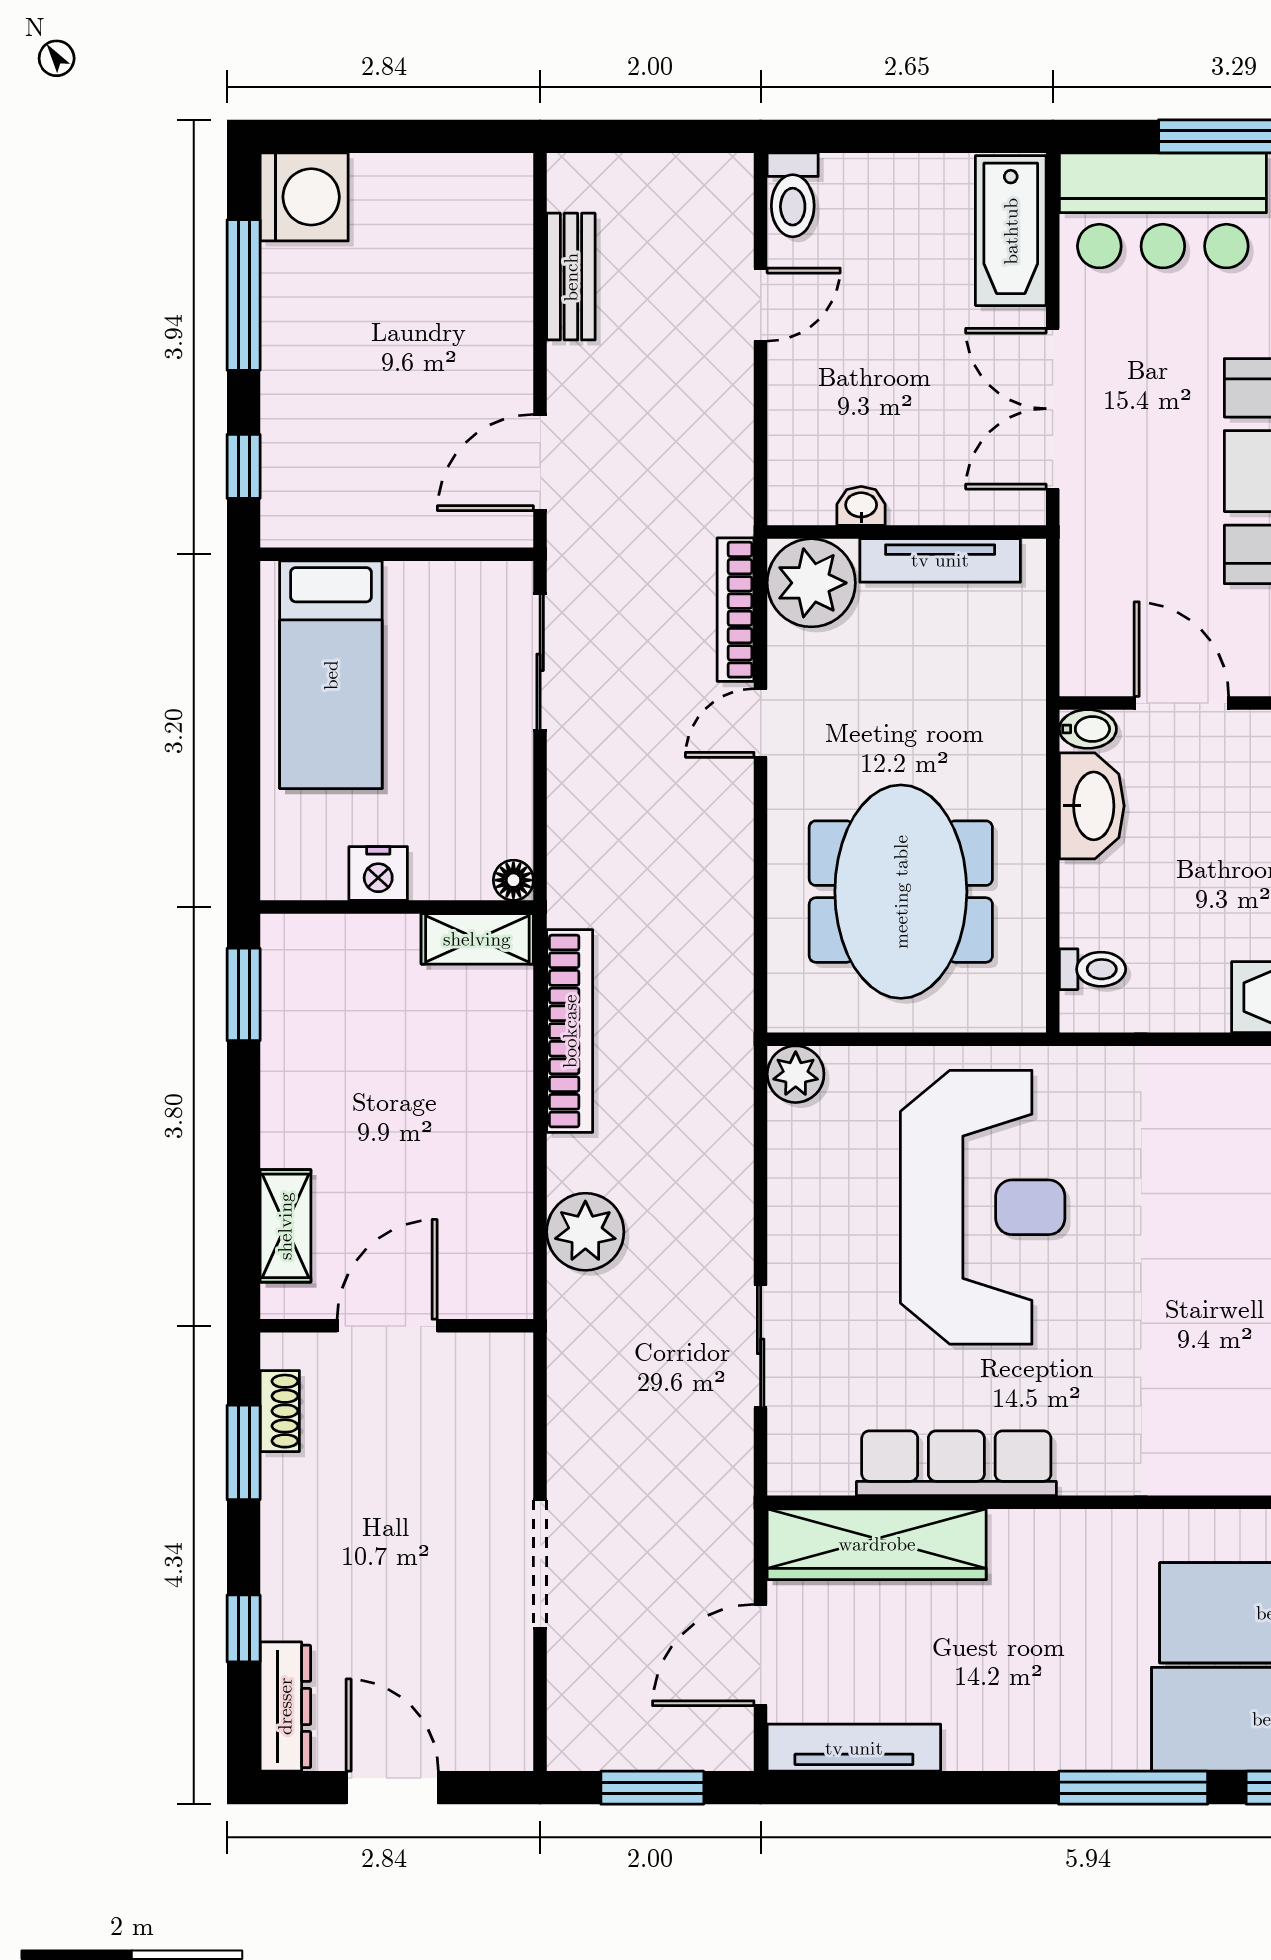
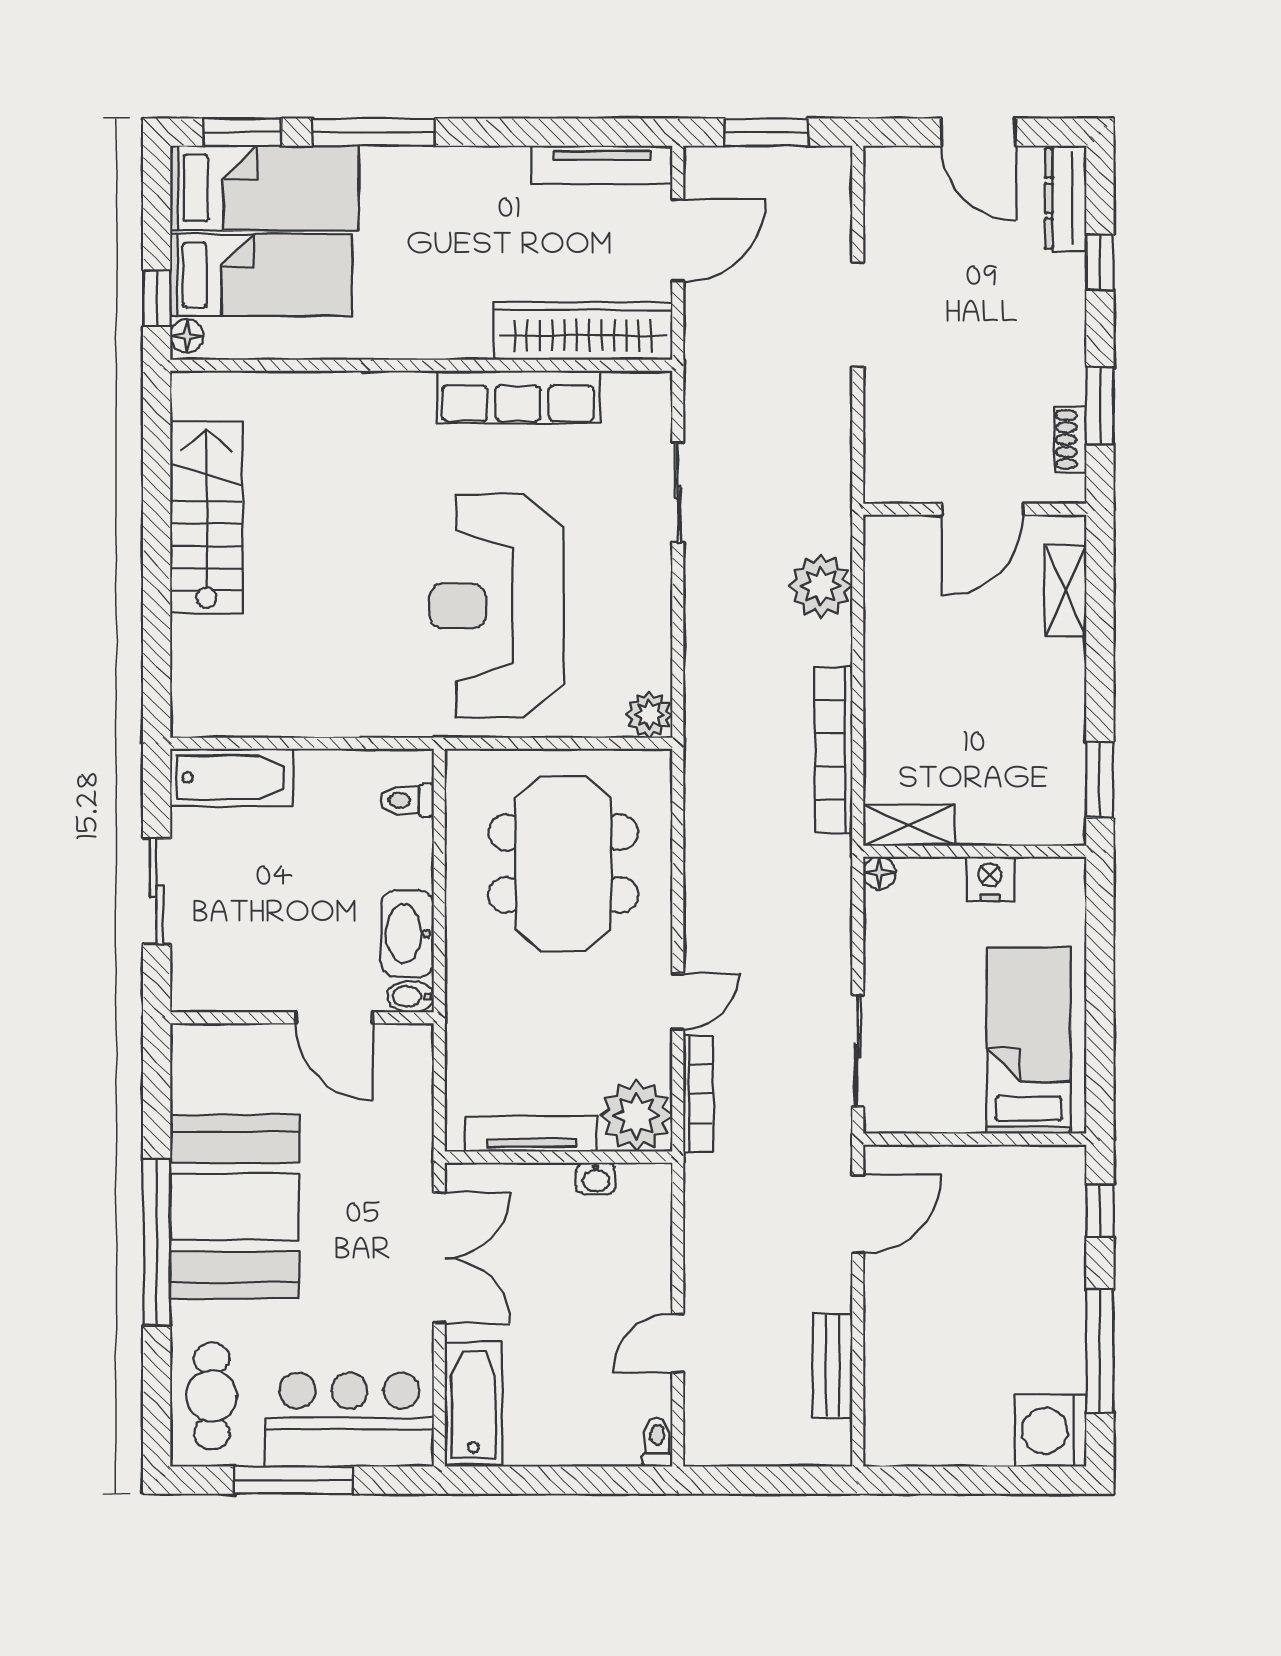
toilet: (793, 195) -> (657, 1442), width x0.73, depth x0.72

